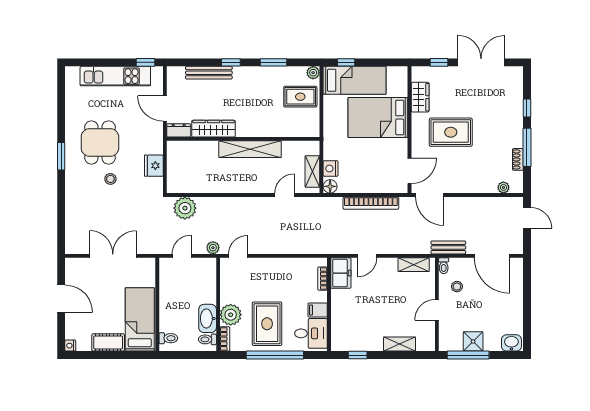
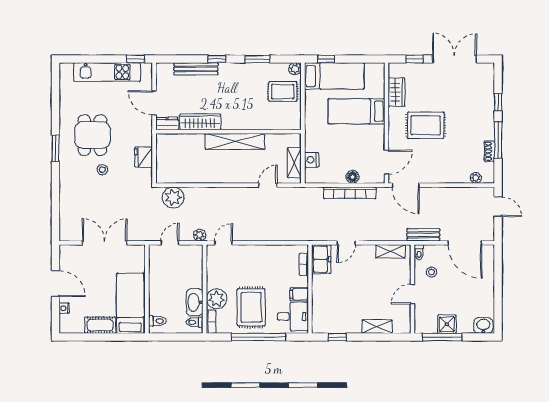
bed: (378, 117) -> (356, 111), width x0.67
floor lamp: (330, 186) -> (353, 177), moved
nightstand: (70, 346) -> (64, 308), moved

